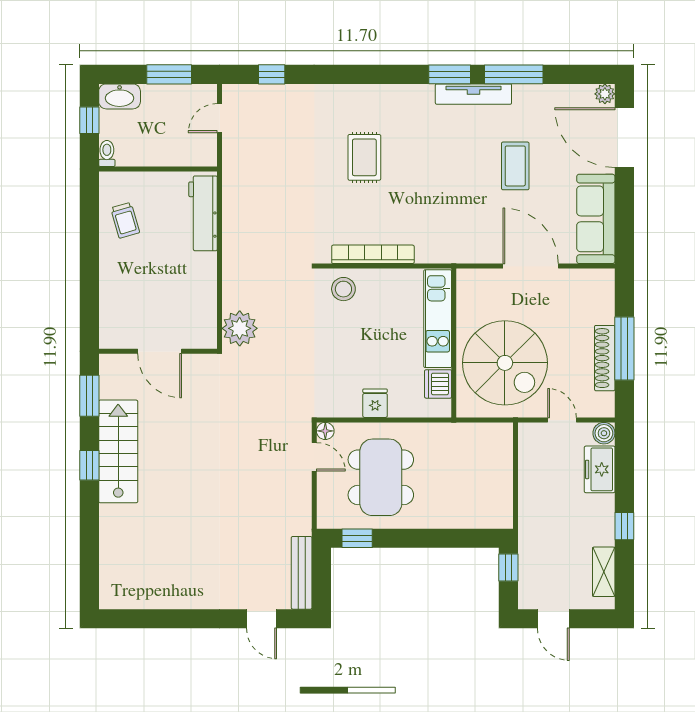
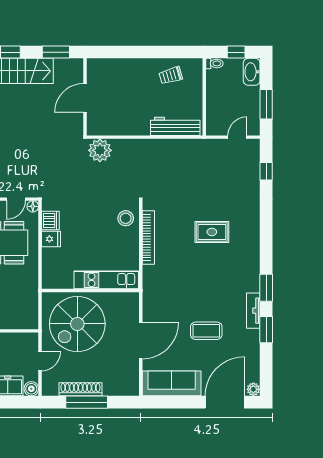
window: (514, 74) -> (266, 330), width x0.69
tv unit: (473, 94) -> (253, 311), width x0.71
door: (220, 118) -> (237, 137), hinge flipped
dishwasher: (438, 384) -> (50, 220), moved, turned 90

